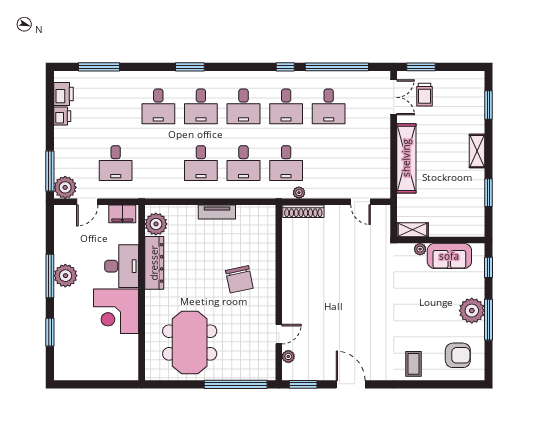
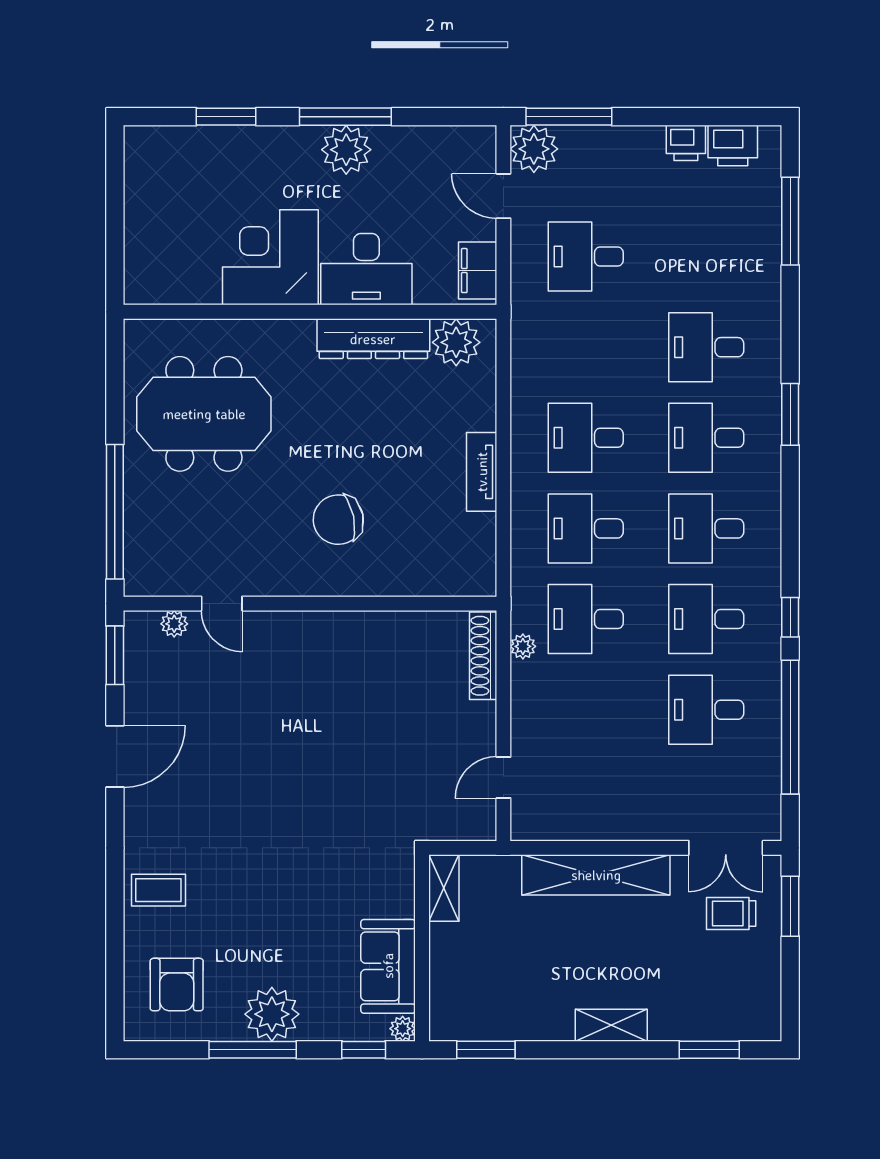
window: (489, 193) -> (486, 1050), moved
plant: (420, 249) -> (403, 1029), moved

